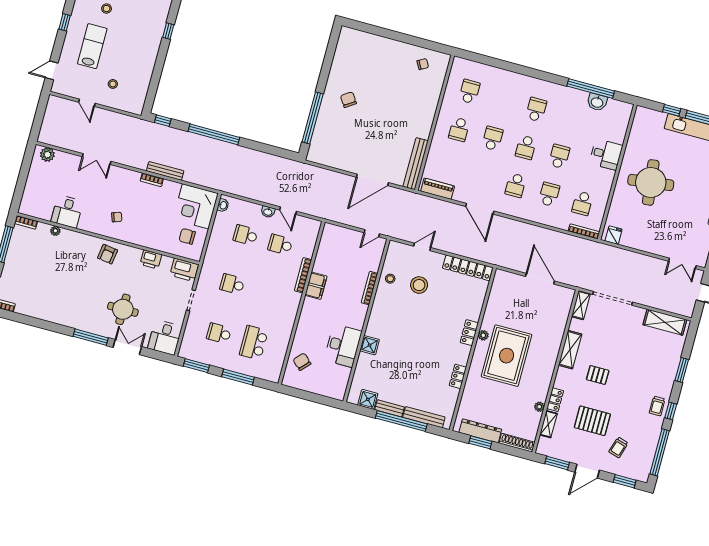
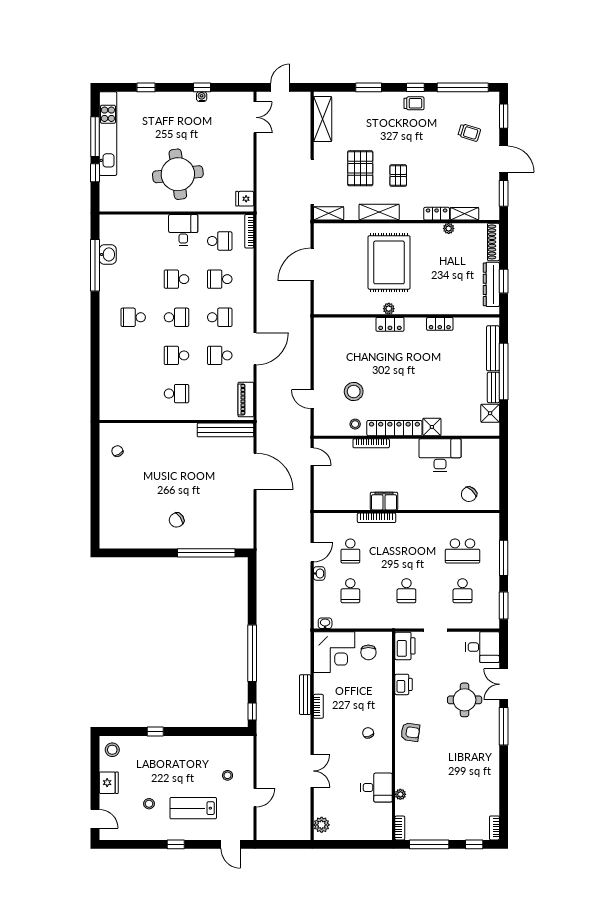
school desk: (469, 92) -> (220, 355), moved
desk: (606, 154) -> (183, 230), moved
locker: (468, 268) -> (394, 428), moved, turned -90
rug: (507, 356) -> (389, 262), moved, turned 90
pallet: (592, 421) -> (360, 168), moved

